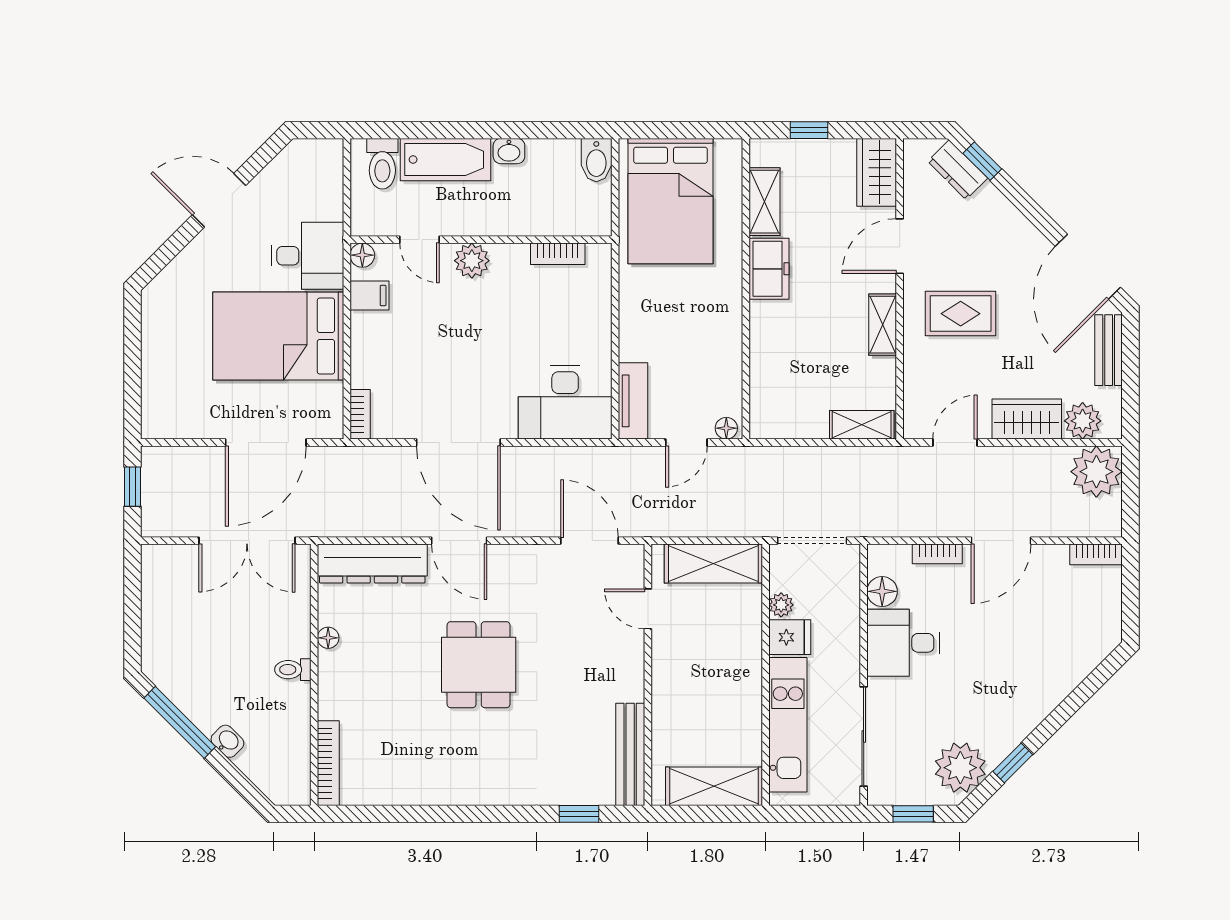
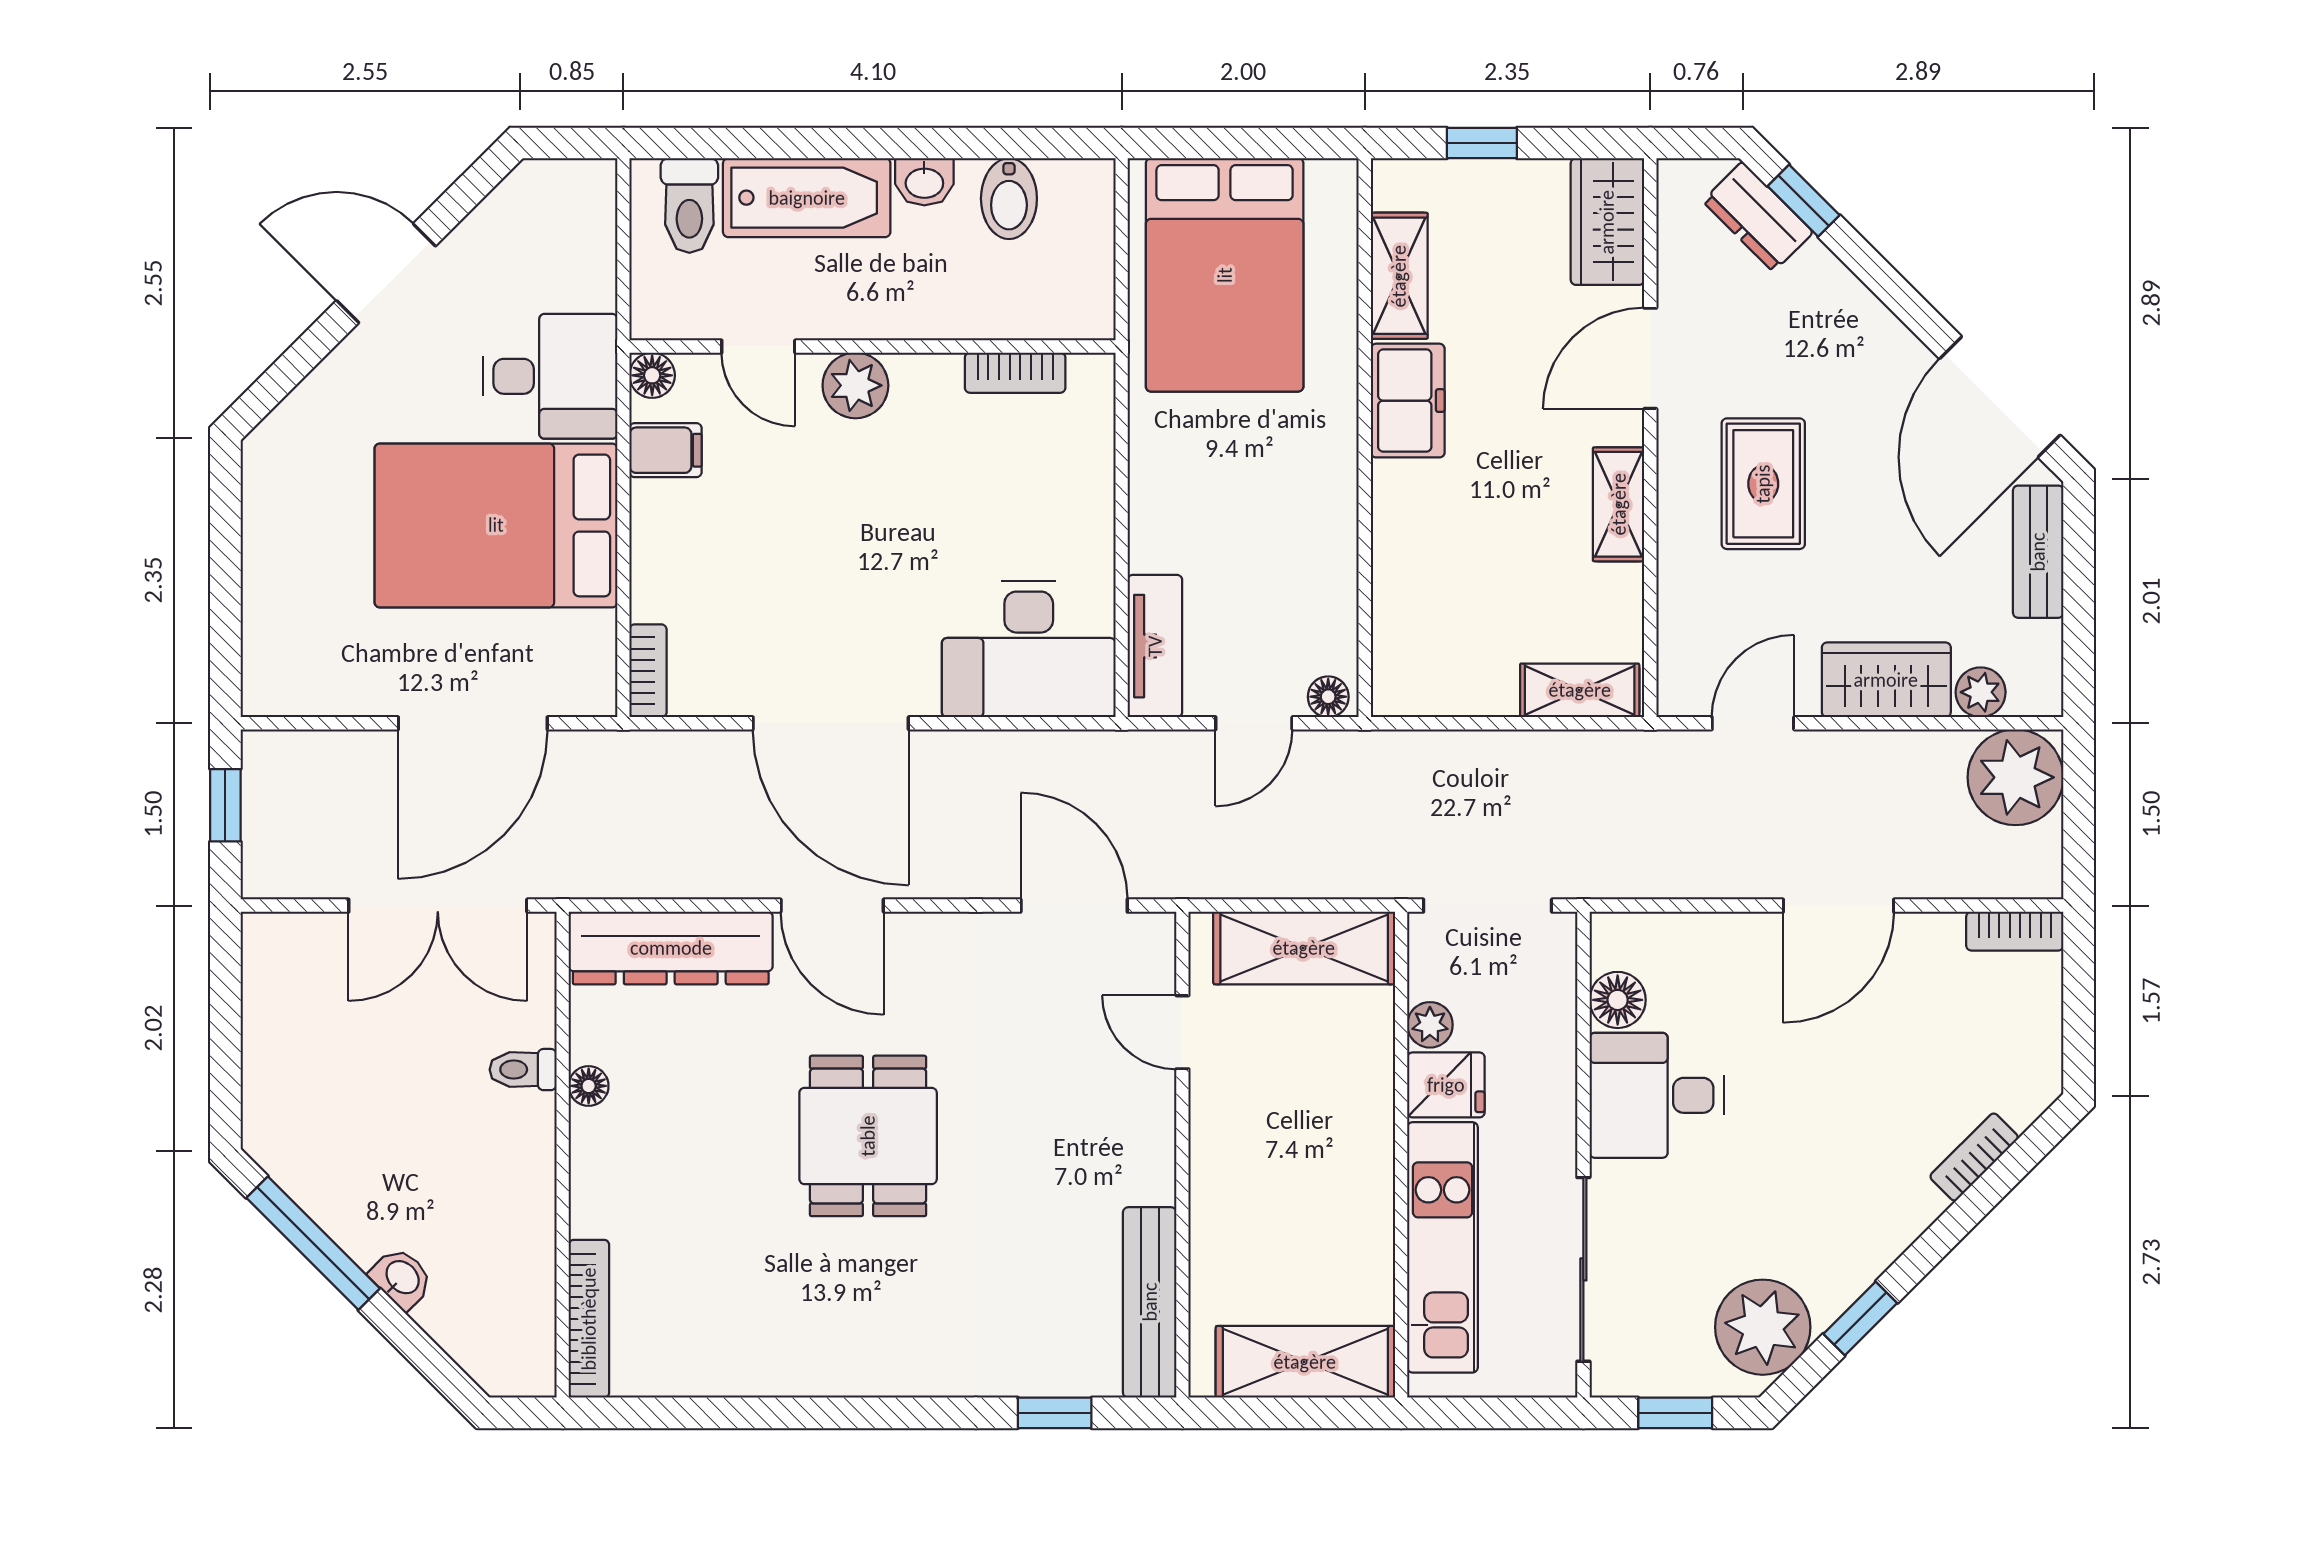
bidet: (596, 160) -> (1009, 199), moved
rug: (961, 314) -> (1763, 484), turned 90
plant: (1083, 421) -> (1981, 692), width x0.73, depth x0.73
bookcase: (937, 554) -> (1974, 1157), moved, turned 135
toilet: (293, 670) -> (523, 1070), moved

